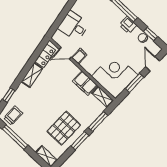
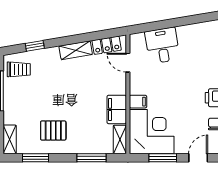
filing cabinet: (79, 56) -> (138, 102), moved
pallet: (64, 128) -> (53, 131), width x0.67, depth x0.71
window: (80, 141) -> (36, 158), moved

